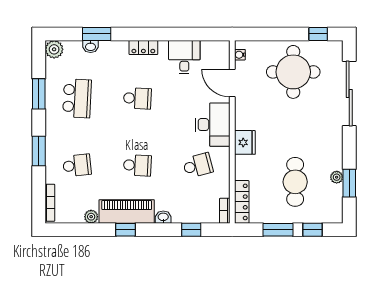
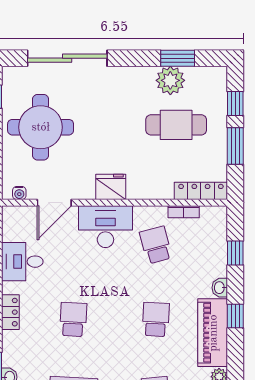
fridge: (245, 142) -> (111, 187), moved
plant: (337, 177) -> (170, 80), width x1.88, depth x1.88
bookcase: (225, 211) -> (184, 212), moved
window: (126, 230) -> (235, 316), moved

